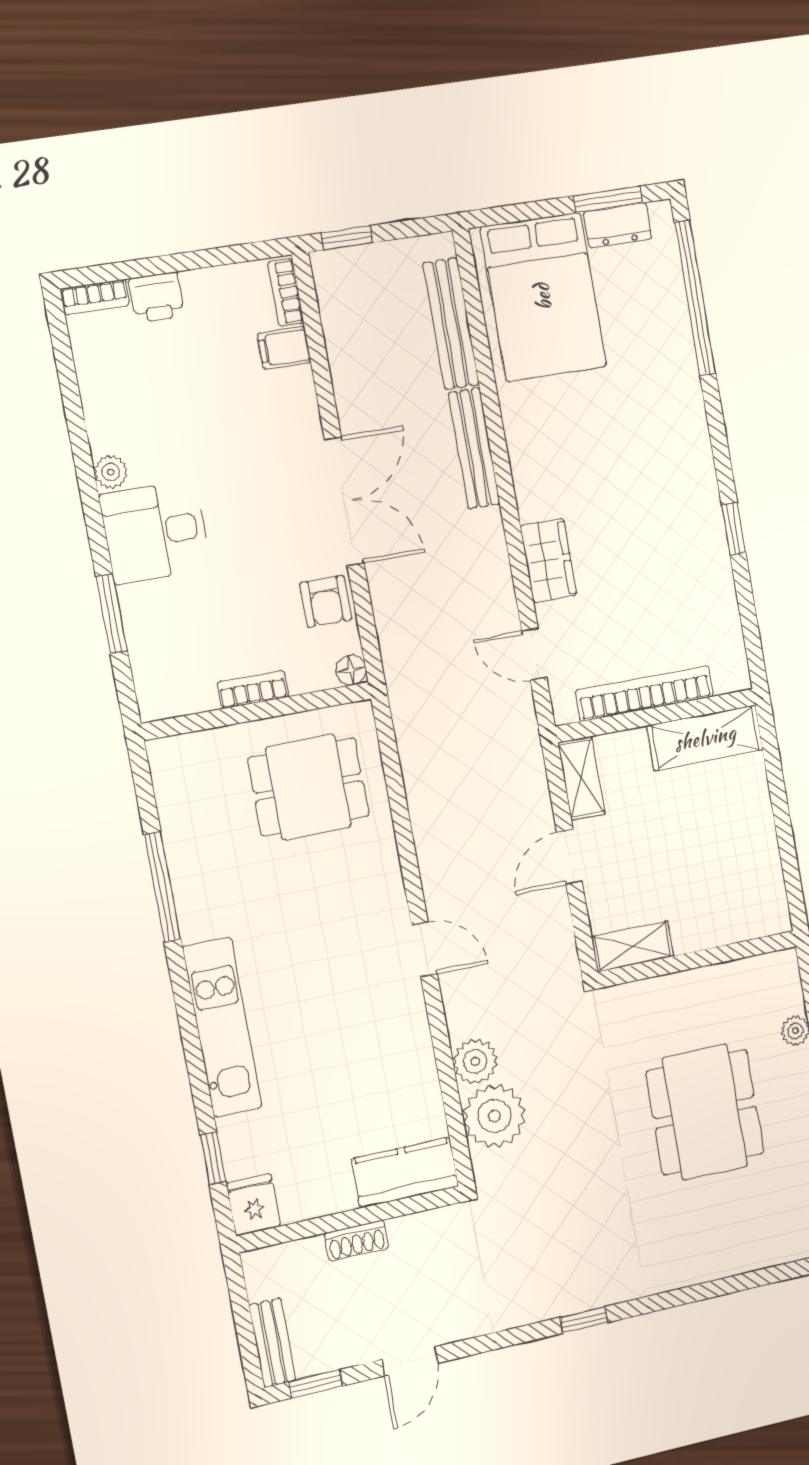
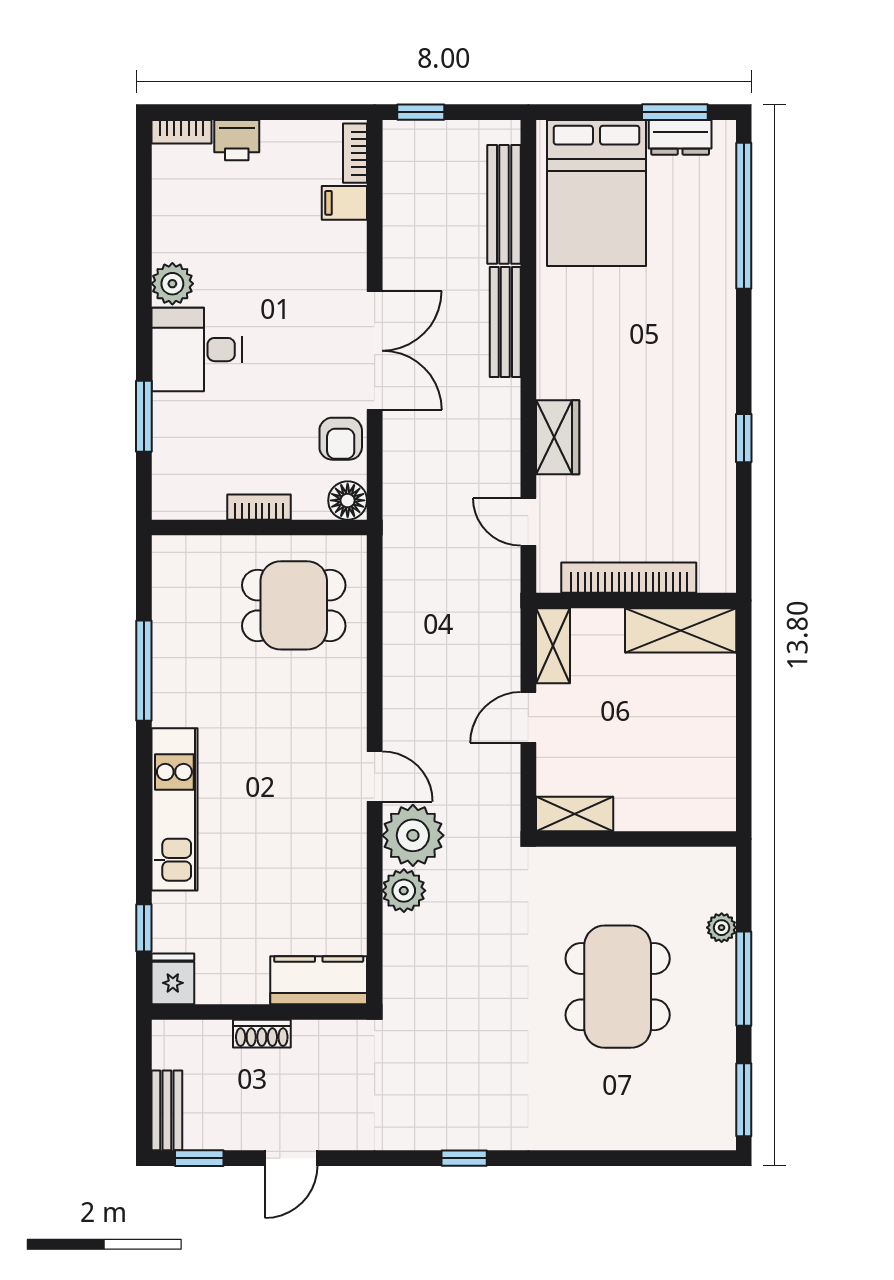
plant: (111, 472) -> (172, 284), width x1.38, depth x1.38
floor lamp: (351, 670) -> (348, 500), width x1.37, depth x1.37
plant: (495, 1116) -> (413, 835), moved

